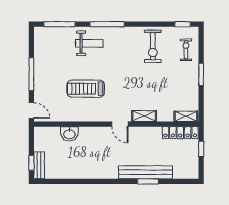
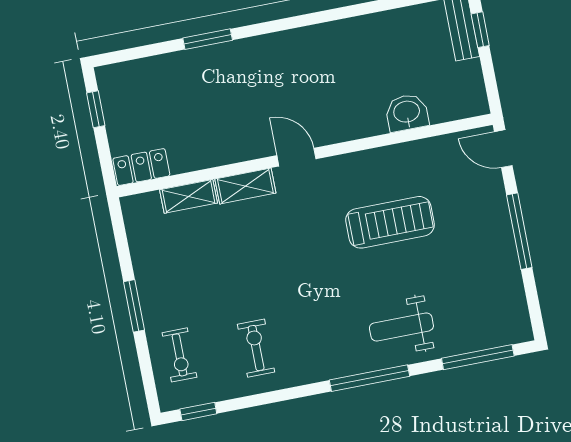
exercise bike: (153, 46) -> (256, 348), width x0.73, depth x0.72
shelving: (186, 116) -> (189, 196), moved
locker: (180, 133) -> (141, 167), width x0.66
window: (201, 149) -> (96, 109), moved
bench: (145, 172) -> (217, 59), removed

